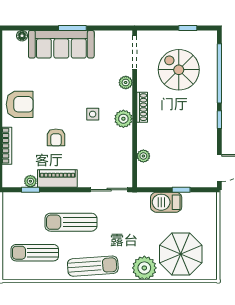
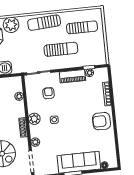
armchair: (56, 137) -> (48, 93), moved

